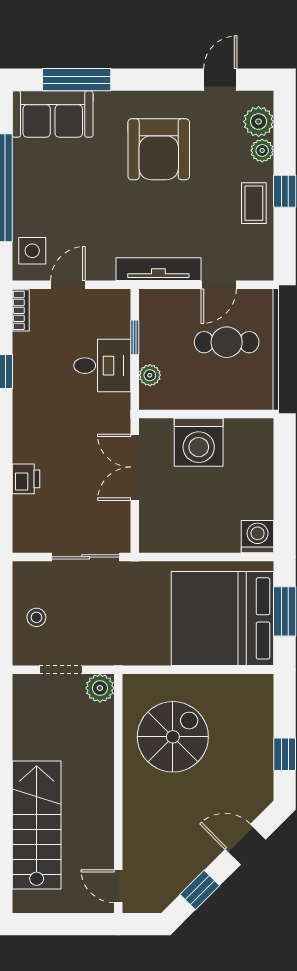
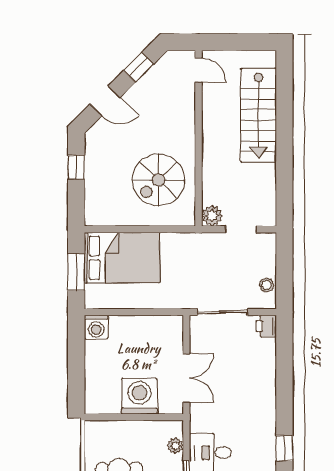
printer: (26, 479) -> (266, 326), moved
stool: (36, 617) -> (267, 285), moved
bed: (223, 618) -> (122, 258), width x0.73

